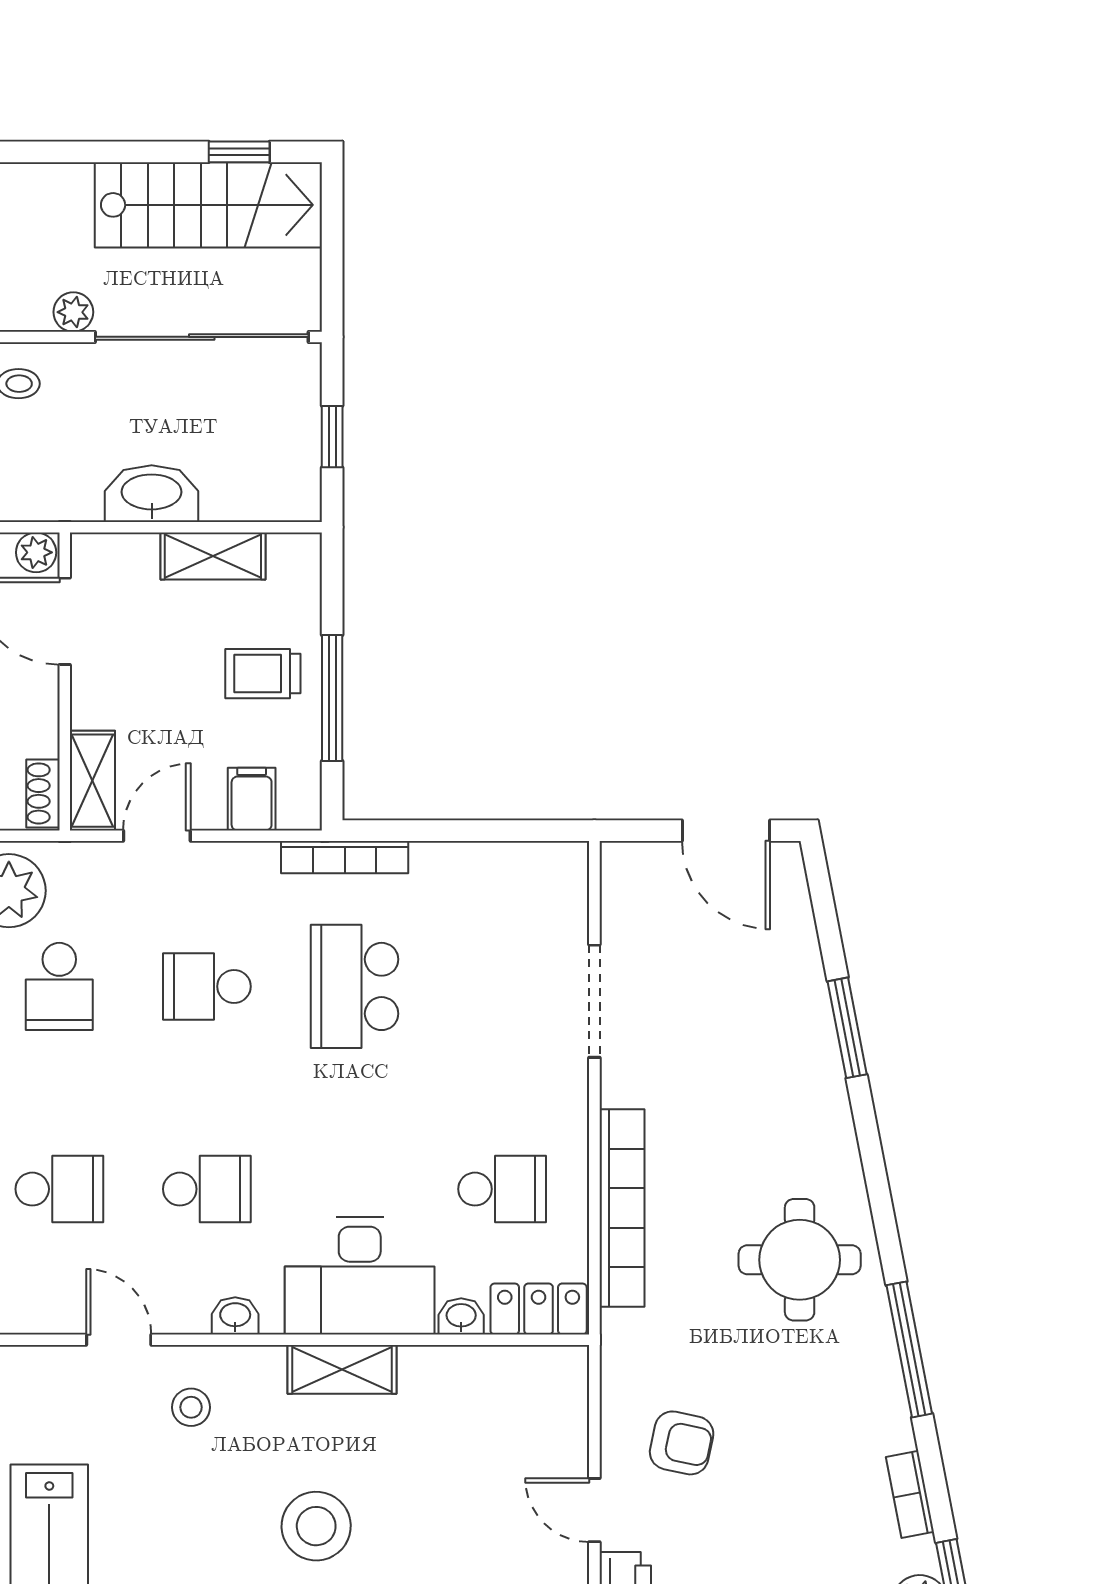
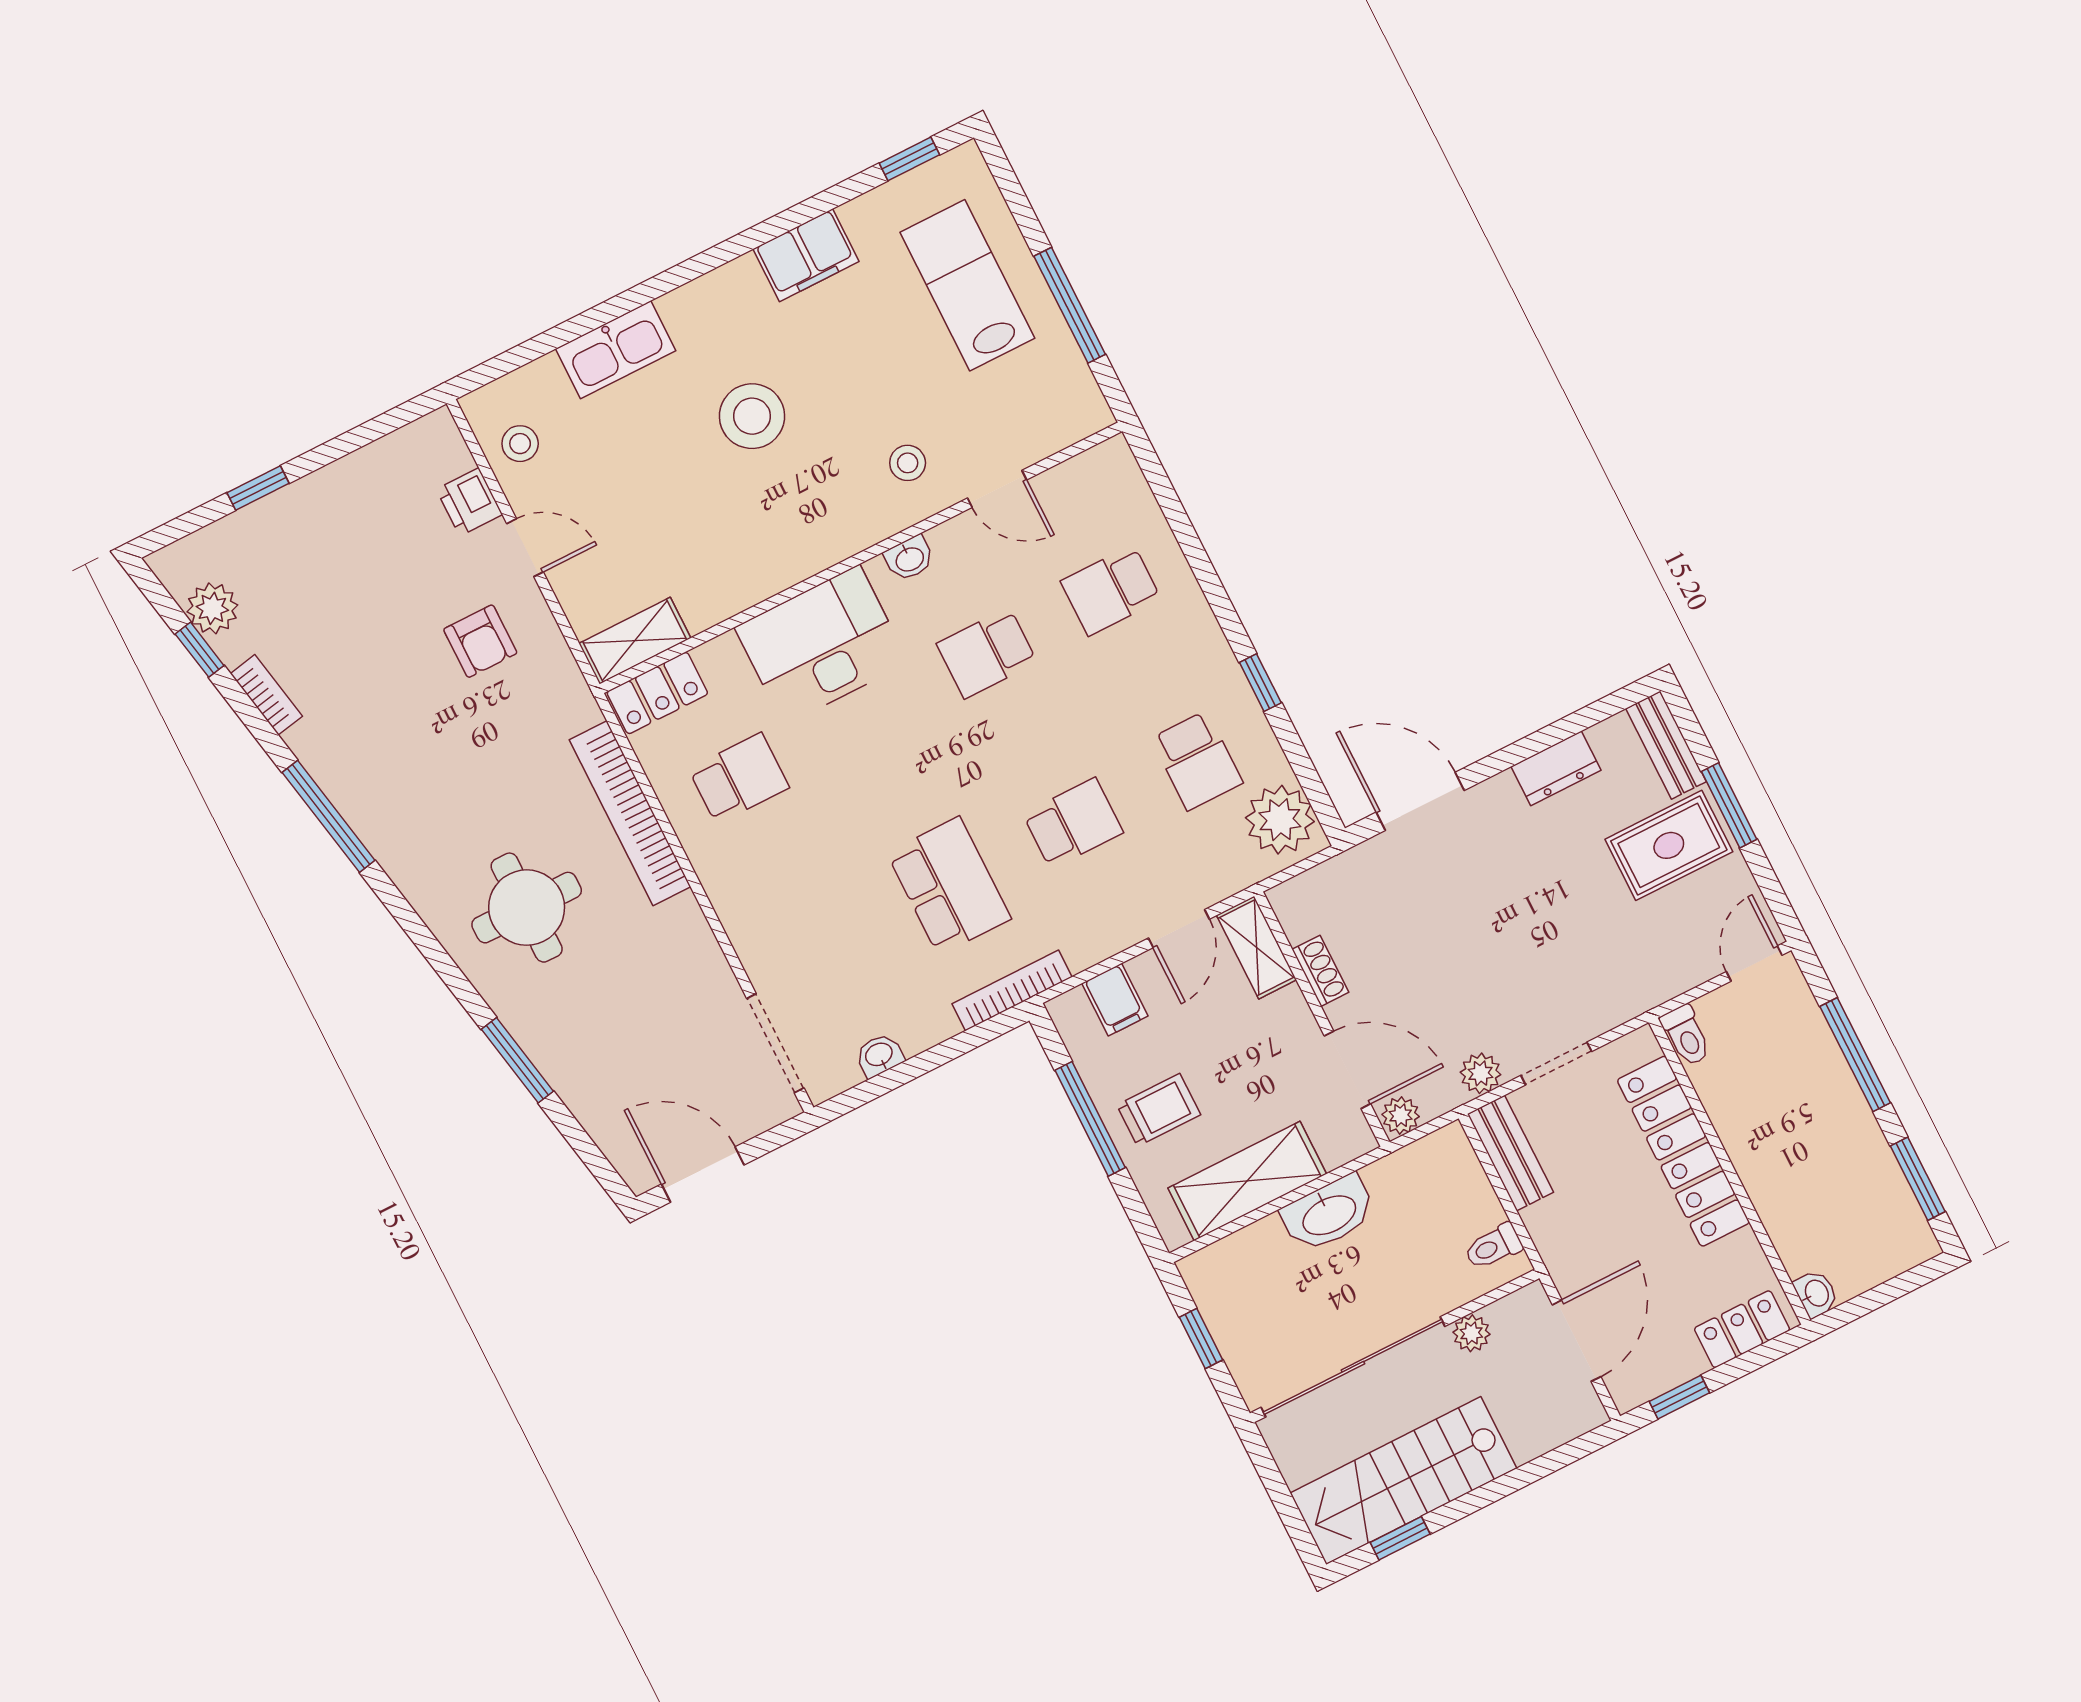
shelving: (213, 556) -> (1247, 1181), width x1.50, depth x1.33
shoe rack: (43, 793) -> (1320, 971), moved
school desk: (59, 986) -> (1197, 761), turned 180
doorway: (594, 1001) -> (775, 1043), moved
school desk: (502, 1189) -> (739, 778), turned 180
round table: (800, 1260) -> (527, 908), moved
washbasin: (461, 1316) -> (879, 1055), moved, turned 180
shelving: (342, 1369) -> (635, 641), moved
armchair: (682, 1443) -> (480, 641), turned -102

